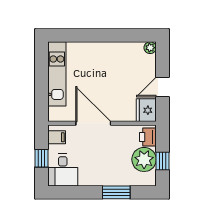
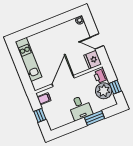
door: (162, 87) -> (97, 41), hinge flipped
door: (93, 123) -> (63, 81), hinge flipped
desk: (63, 170) -> (80, 108), moved

